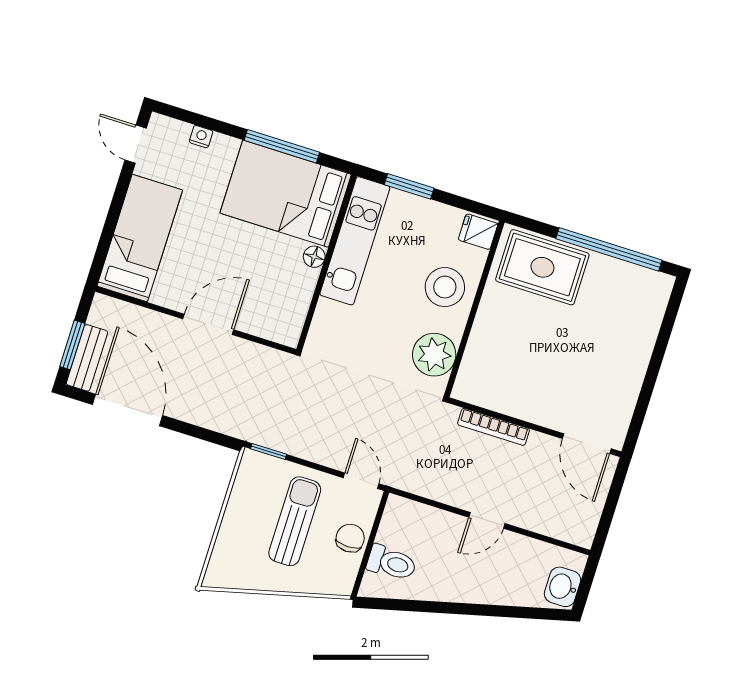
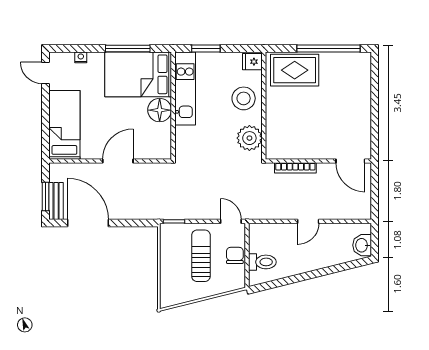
floor lamp: (314, 257) -> (160, 110), width x1.89, depth x1.89

